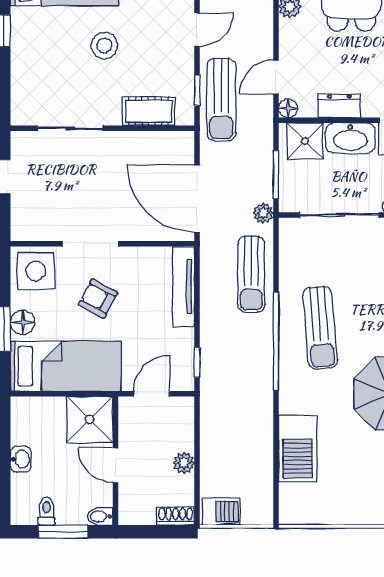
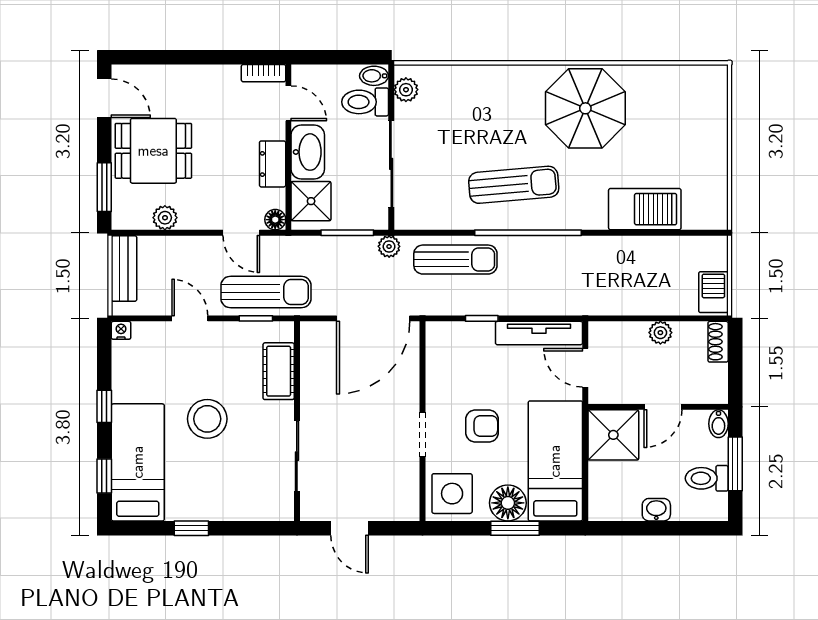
stool: (105, 46) -> (207, 419), width x1.38, depth x1.38
doorway: (90, 244) -> (423, 434), width x0.73
tv unit: (184, 286) -> (539, 333), moved
armchair: (98, 299) -> (482, 426), turned -118
floor lamp: (23, 322) -> (508, 503), width x1.38, depth x1.38
window: (197, 363) -> (482, 318), moved
toilet: (47, 511) -> (707, 478), width x1.37, depth x1.39

